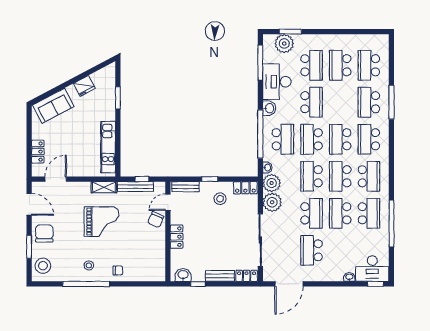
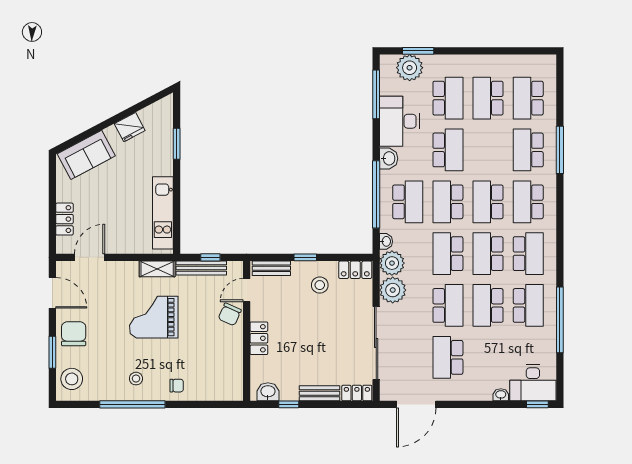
grand piano: (101, 222) -> (154, 317), turned 180

